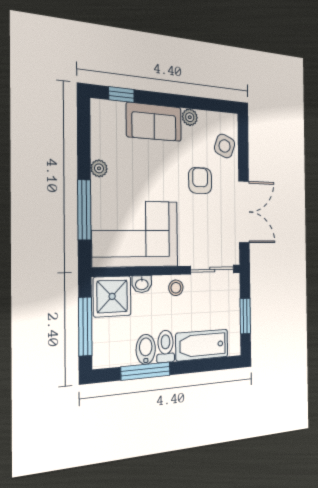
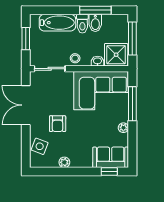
sofa: (154, 122) -> (111, 157), moved

